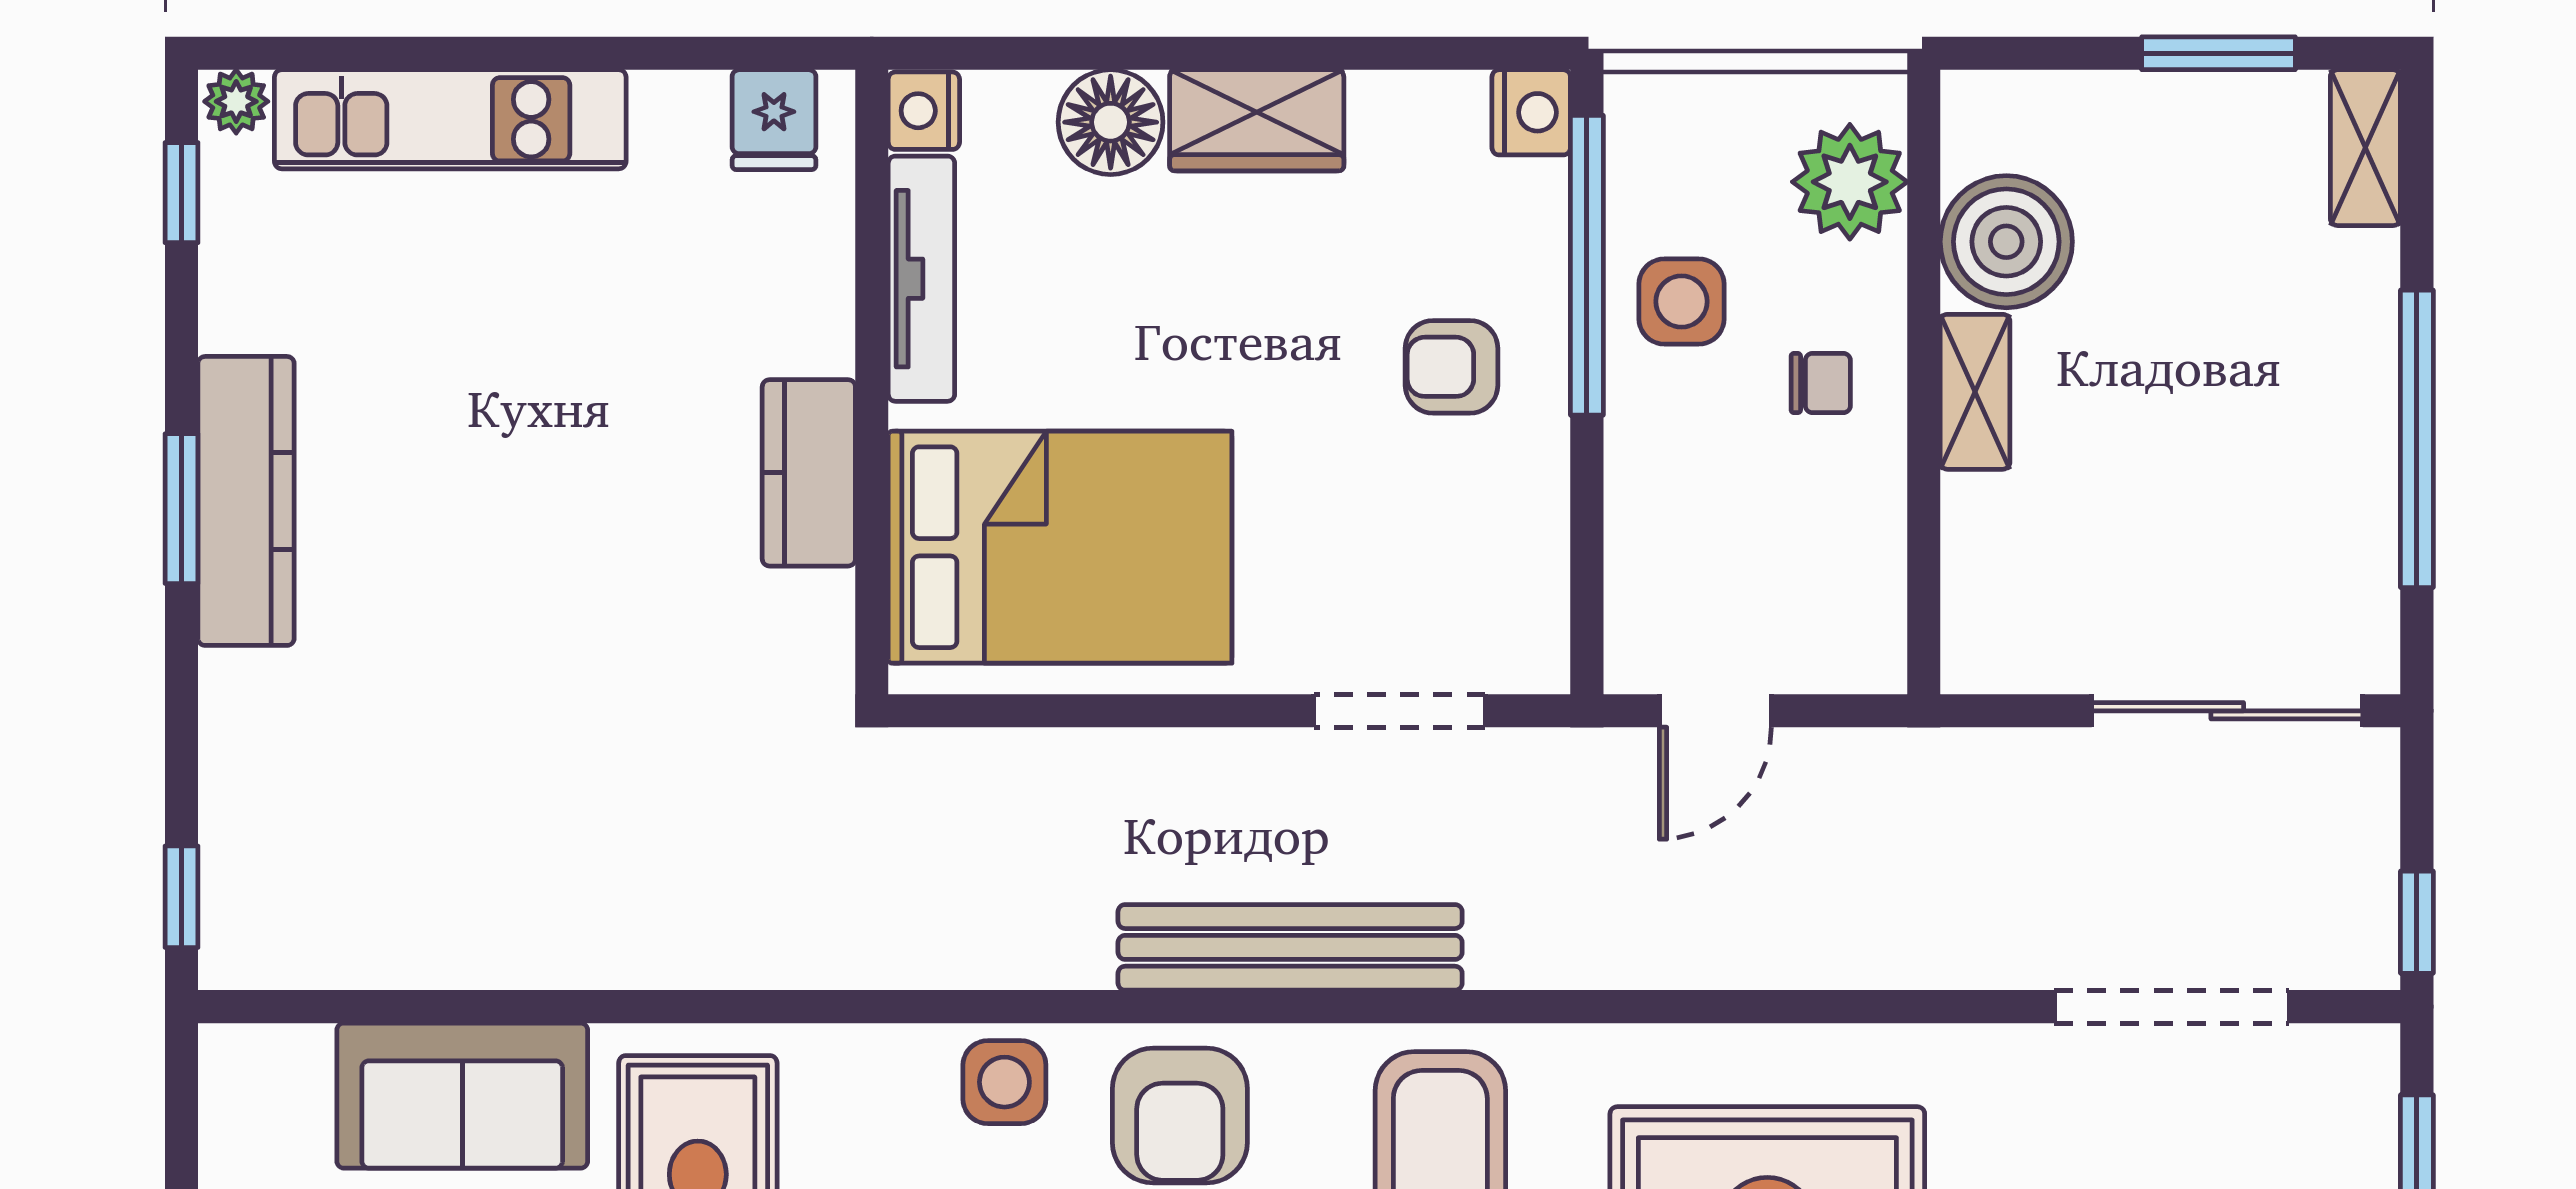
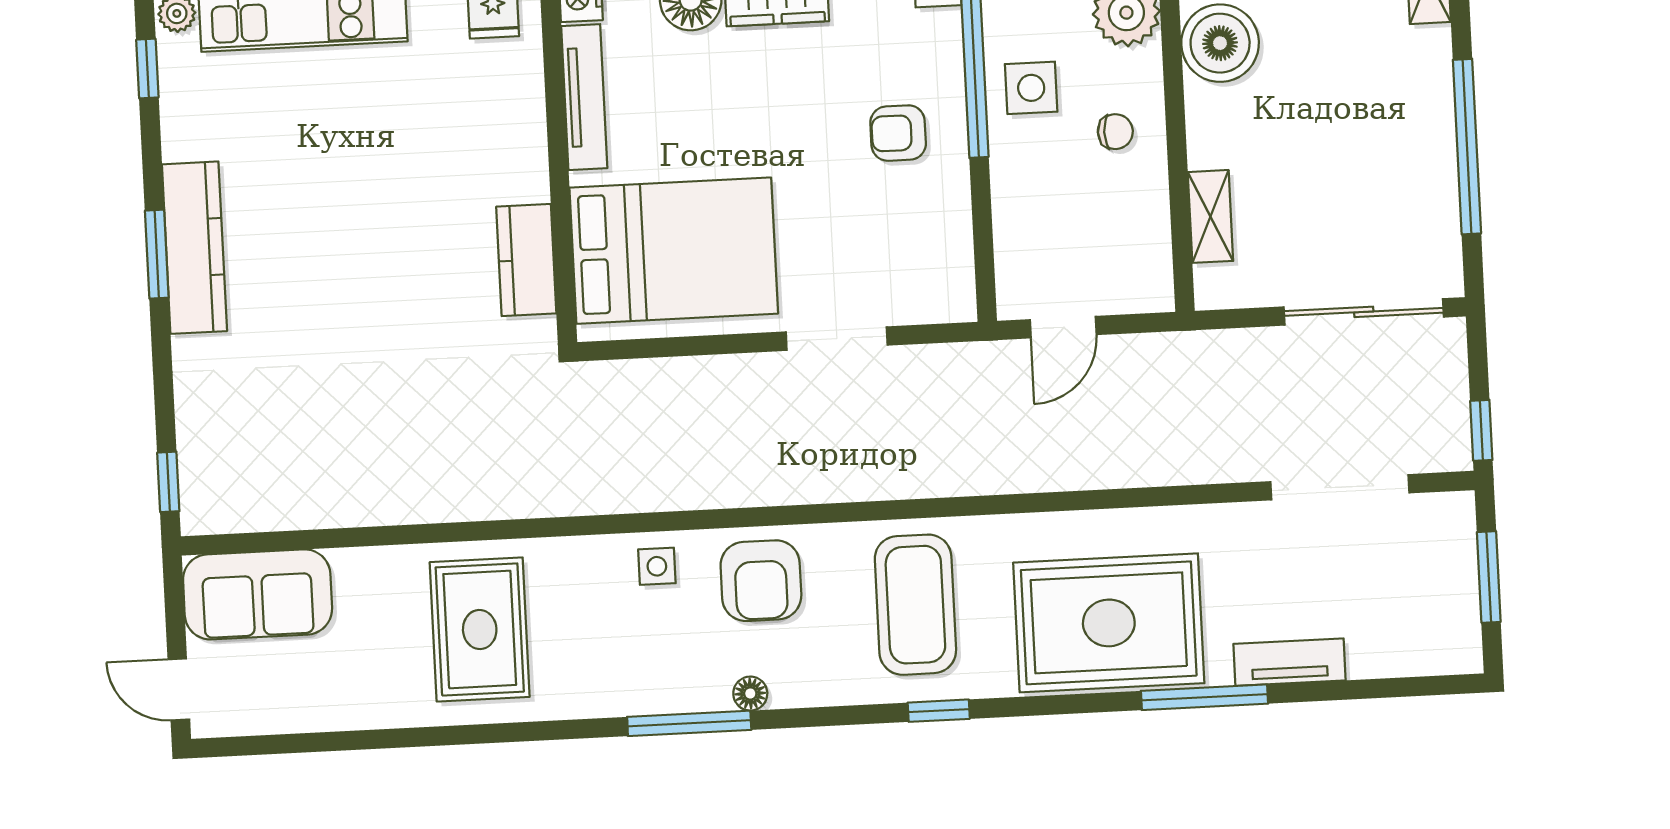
shelving: (1975, 392) -> (1210, 216), moved
kitchen counter: (809, 473) -> (526, 260), moved
doorway: (1400, 711) -> (837, 339), moved
bench: (1290, 947) -> (821, 479), removed
side table: (1004, 1082) -> (657, 566), width x0.73, depth x0.73
sofa: (462, 1096) -> (258, 594), moved

